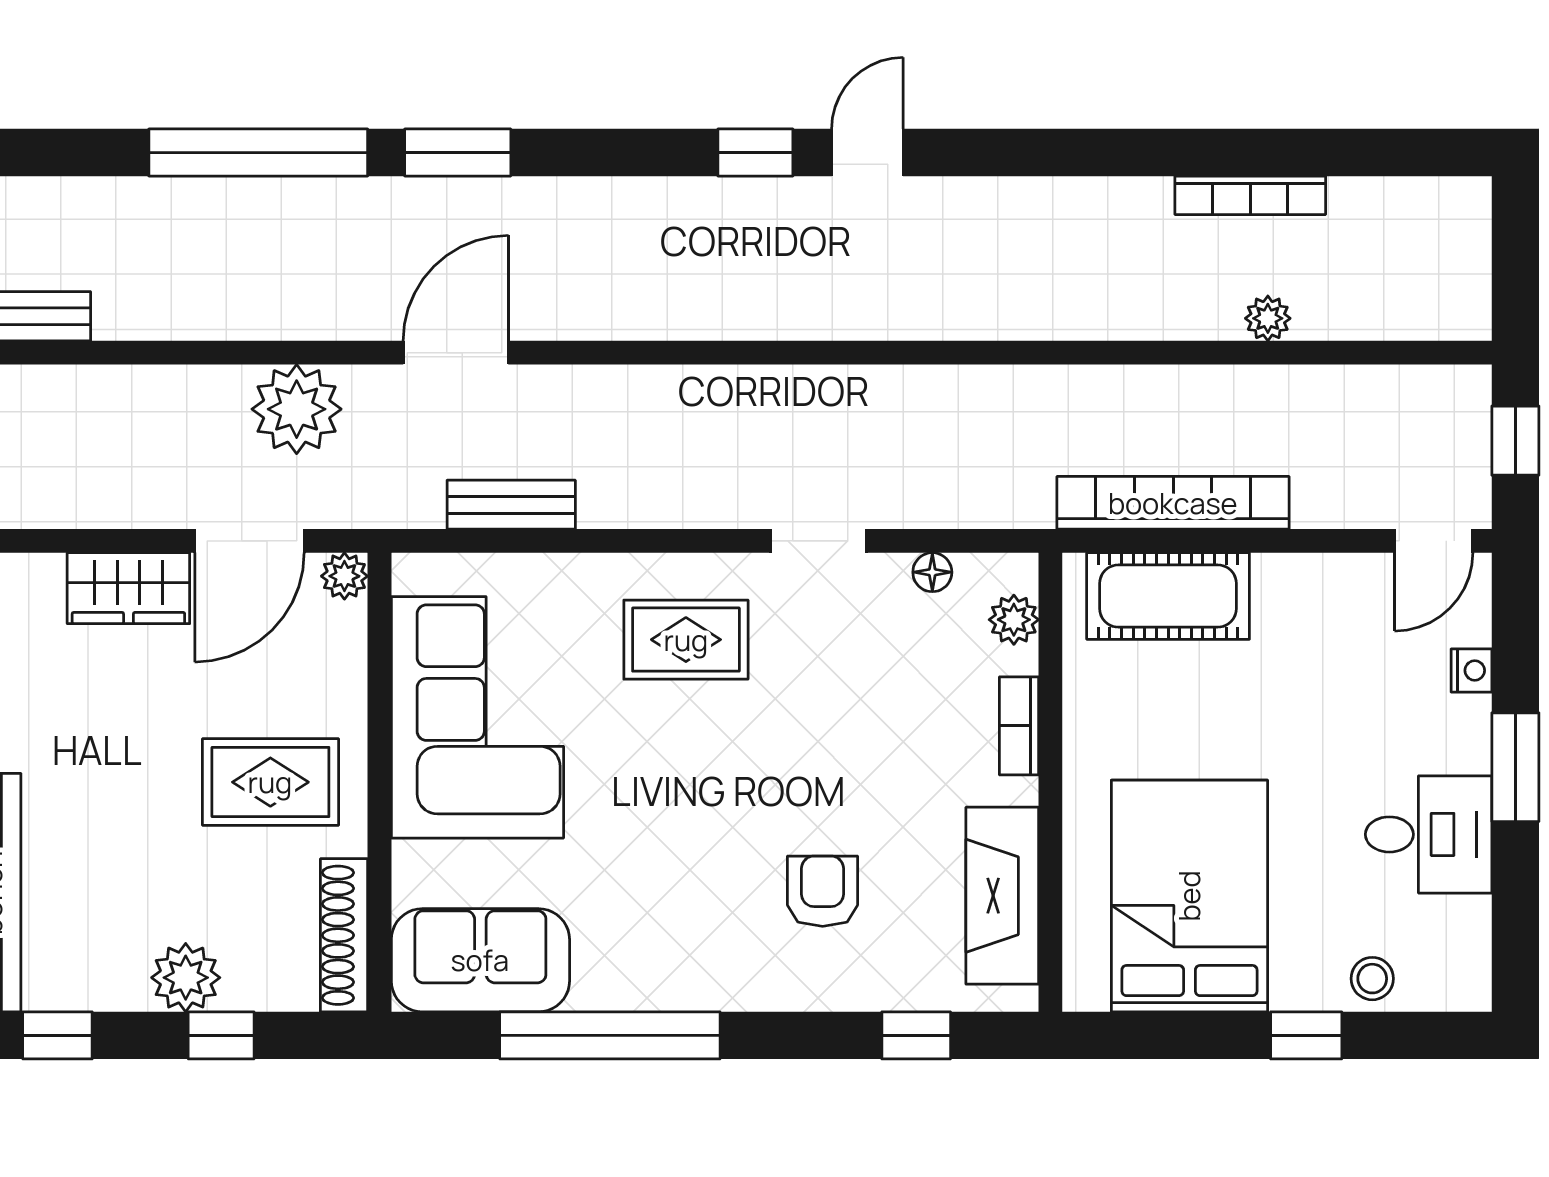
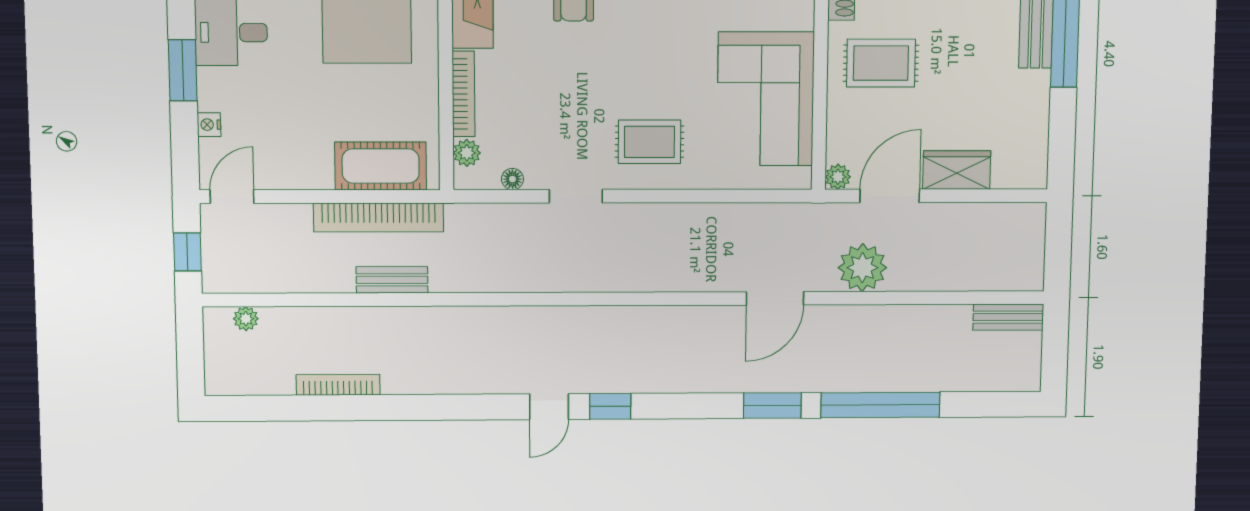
plant: (1268, 318) -> (246, 319), moved
bench: (511, 505) -> (392, 280), moved
bookcase: (1019, 726) -> (463, 94), width x1.56

